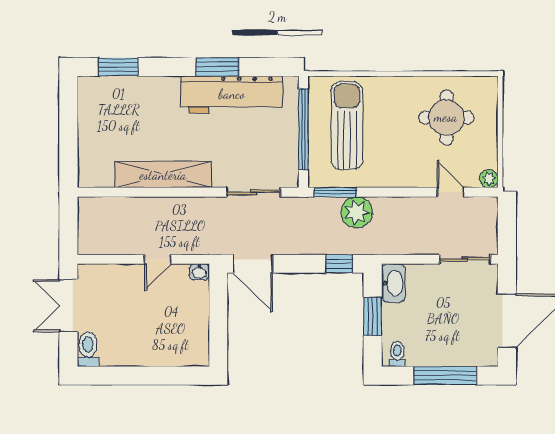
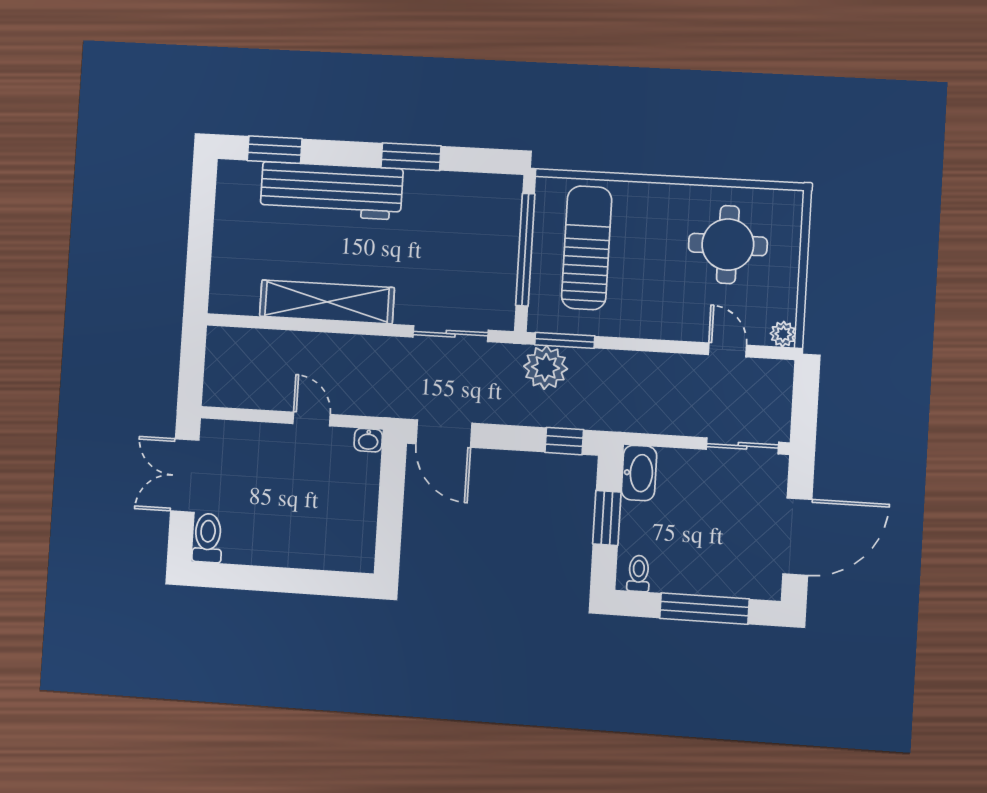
workbench: (232, 94) -> (331, 191), moved
plant: (357, 212) -> (546, 367), moved
door: (158, 259) -> (312, 419), swing flipped

